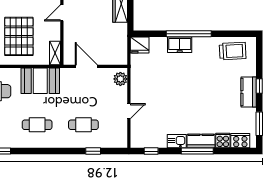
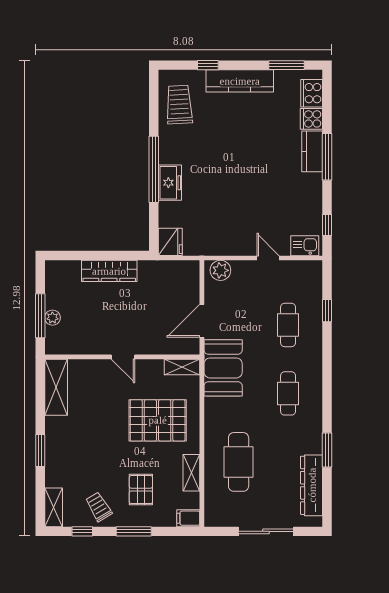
booth: (40, 81) -> (223, 368), moved
window: (259, 86) -> (208, 65), moved
kitchen counter: (249, 92) -> (240, 81), width x1.50
kitchen sink: (177, 141) -> (305, 246), moved, turned 90

